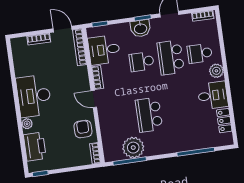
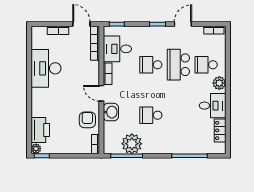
washbasin: (140, 28) -> (111, 112), moved, turned -90
desk: (34, 96) -> (46, 68), moved
school desk: (149, 115) -> (151, 115), width x0.54
plant: (27, 124) -> (36, 149), moved

